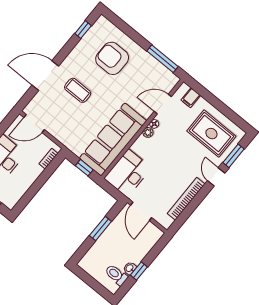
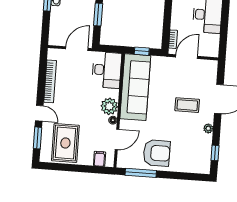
plant: (74, 56) -> (208, 128), added
armchair: (112, 58) -> (157, 153), moved
door: (34, 123) -> (187, 57), moved
plant: (148, 132) -> (109, 106), width x1.87, depth x1.87
rug: (211, 134) -> (65, 143), turned 90
door: (141, 211) -> (77, 49), hinge flipped

